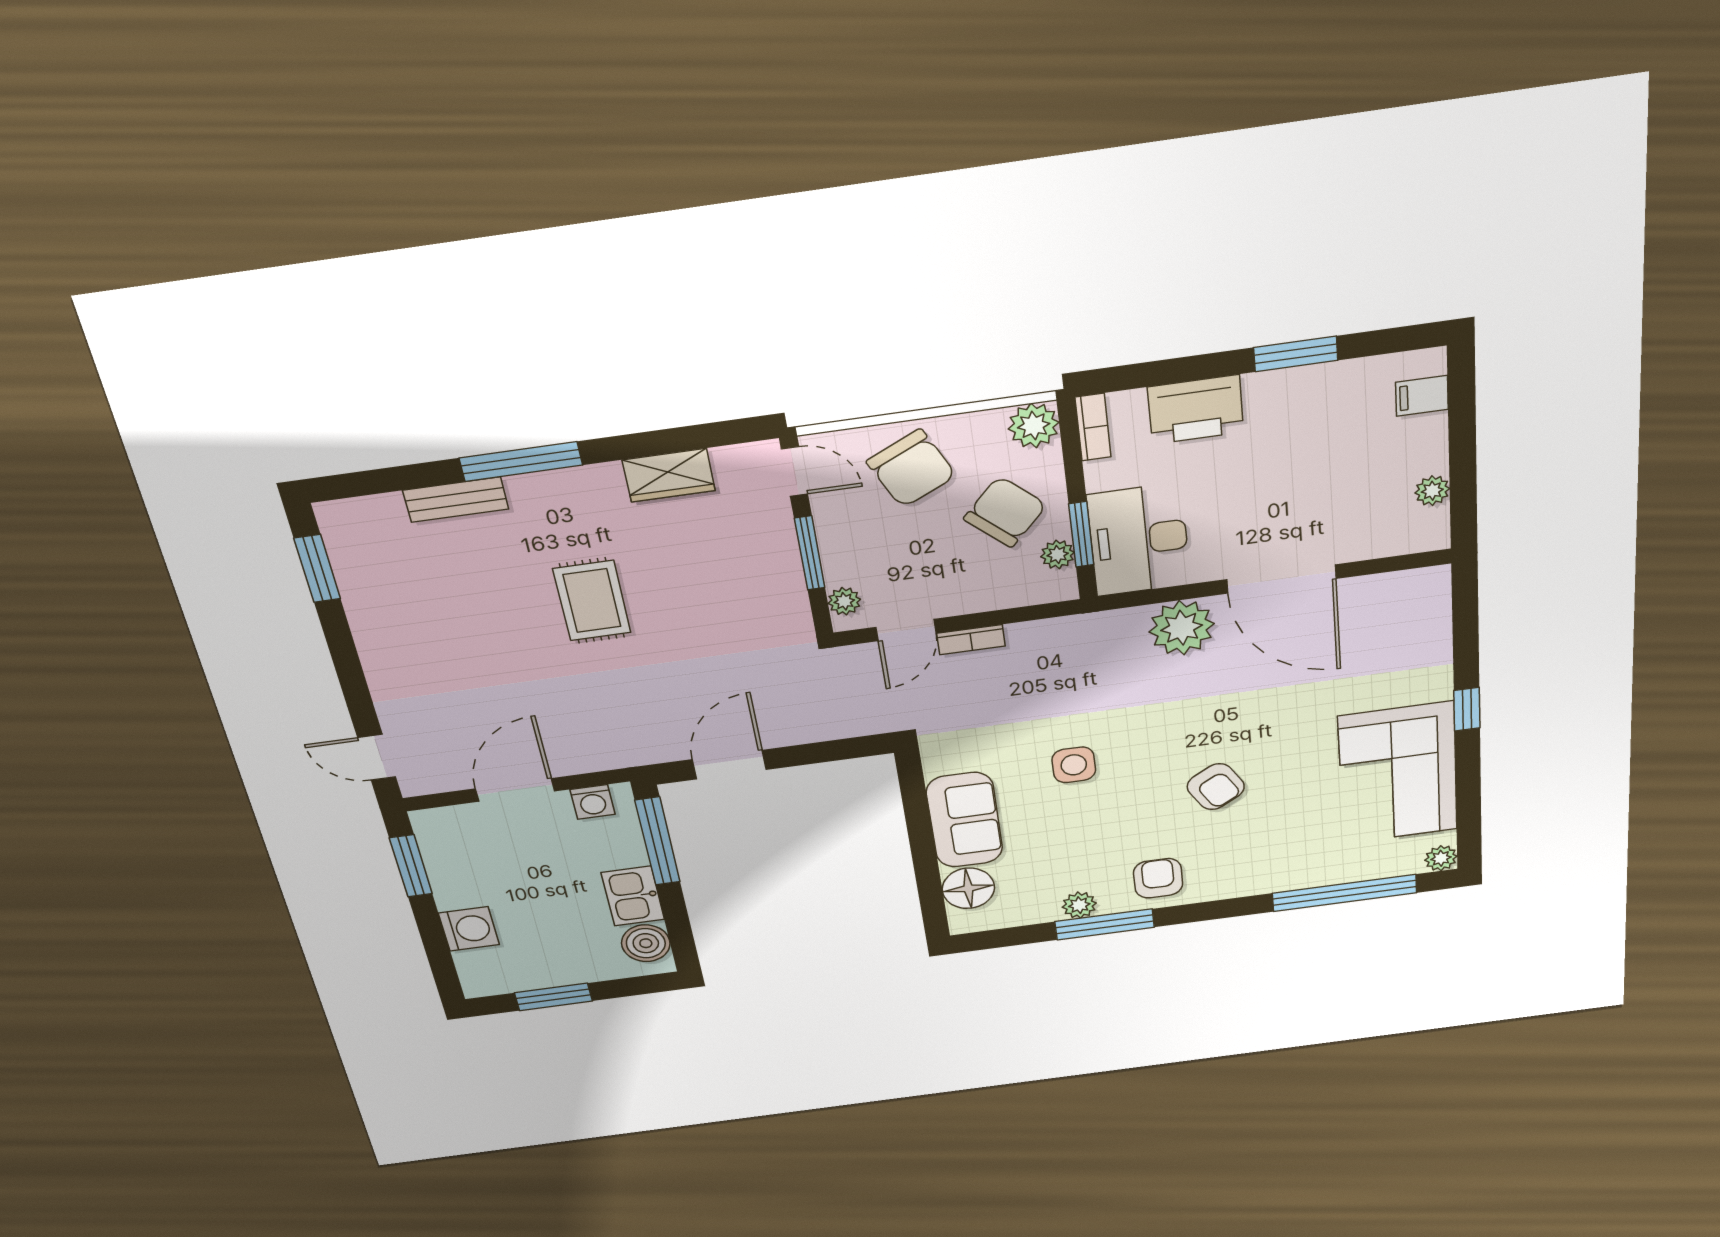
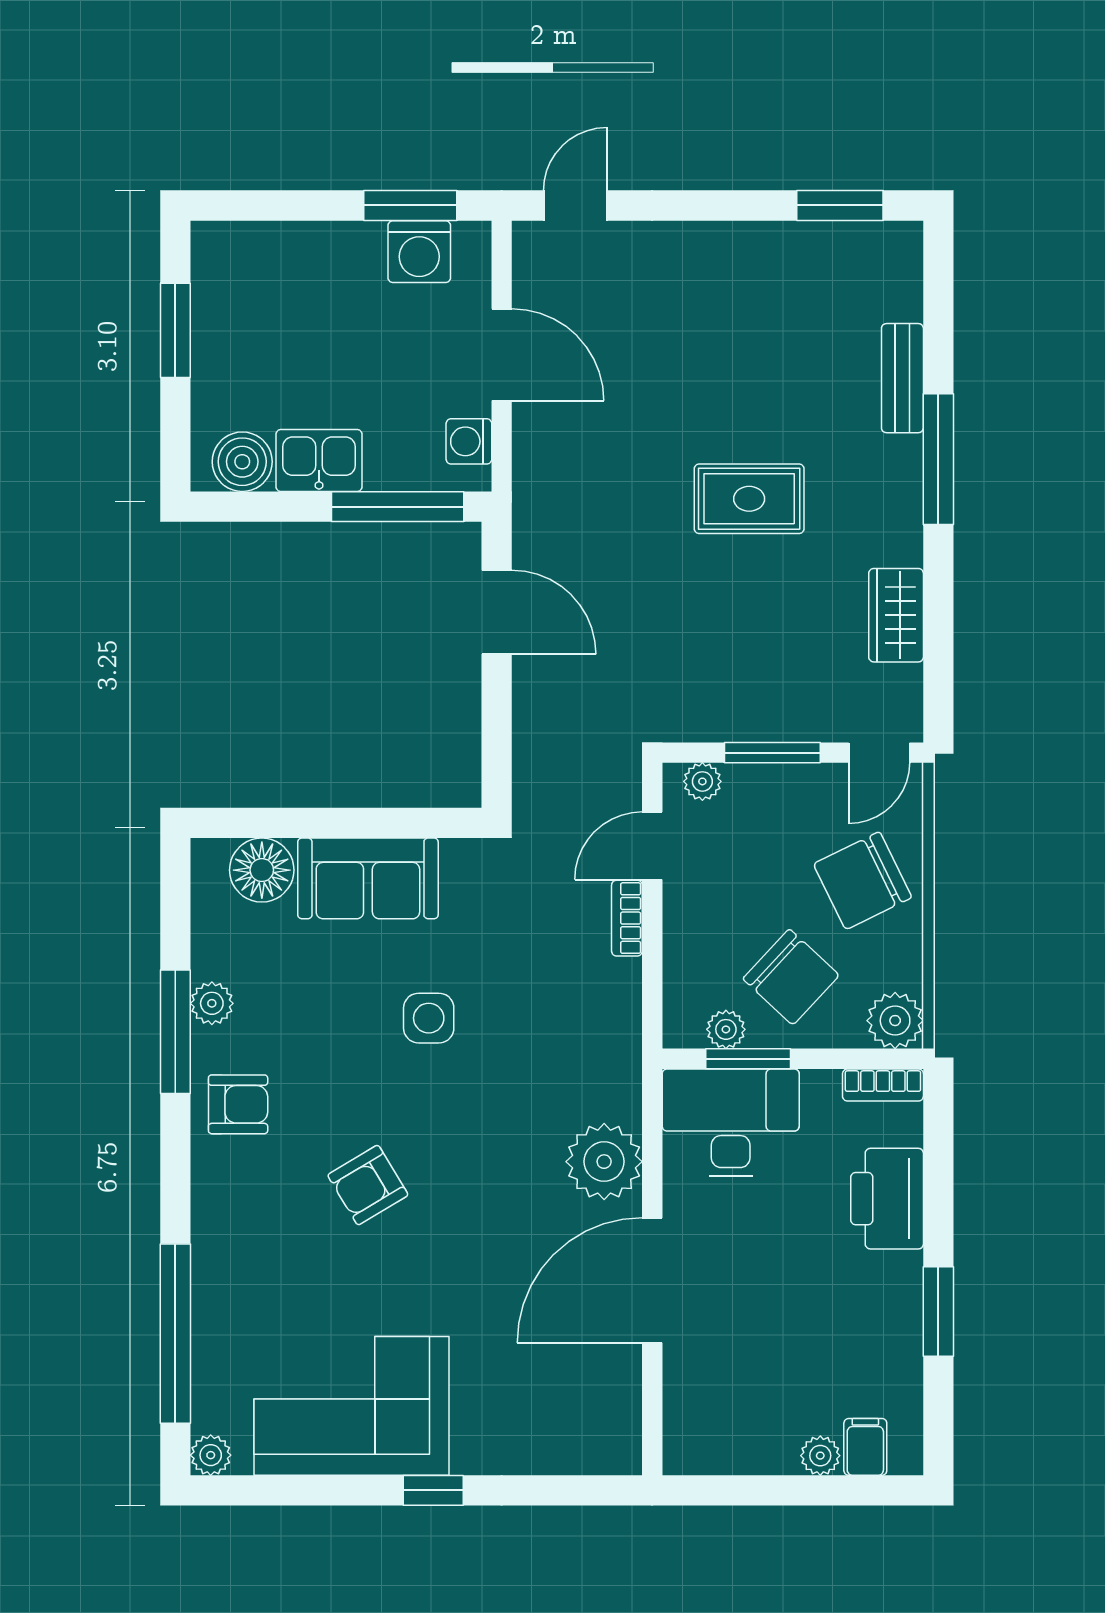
plant: (1432, 491) -> (820, 1456), moved
door: (906, 630) -> (652, 846), hinge flipped
washing machine: (469, 929) -> (419, 252), moved

